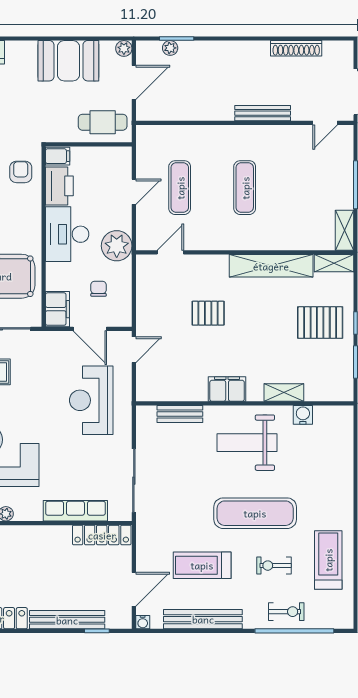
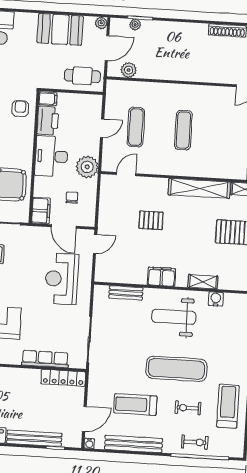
plant: (165, 110) -> (129, 70), added
bench: (263, 113) -> (200, 76), removed

